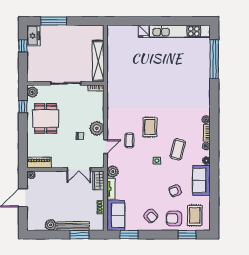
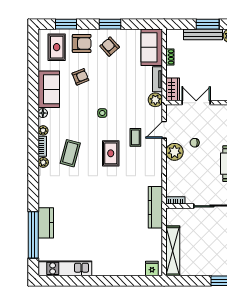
fridge: (144, 31) -> (152, 268), moved
kitchen unit: (180, 31) -> (65, 268), width x0.73
shelving: (98, 61) -> (173, 251), moved
kitchen counter: (204, 69) -> (46, 223), added
kitchen counter: (113, 82) -> (155, 207), added
coffee table: (178, 149) -> (70, 153), moved
window: (79, 235) -> (208, 24), moved
window: (129, 235) -> (110, 24), moved

